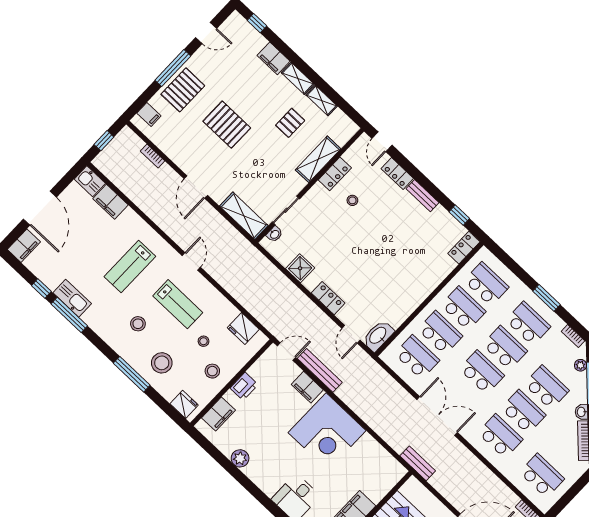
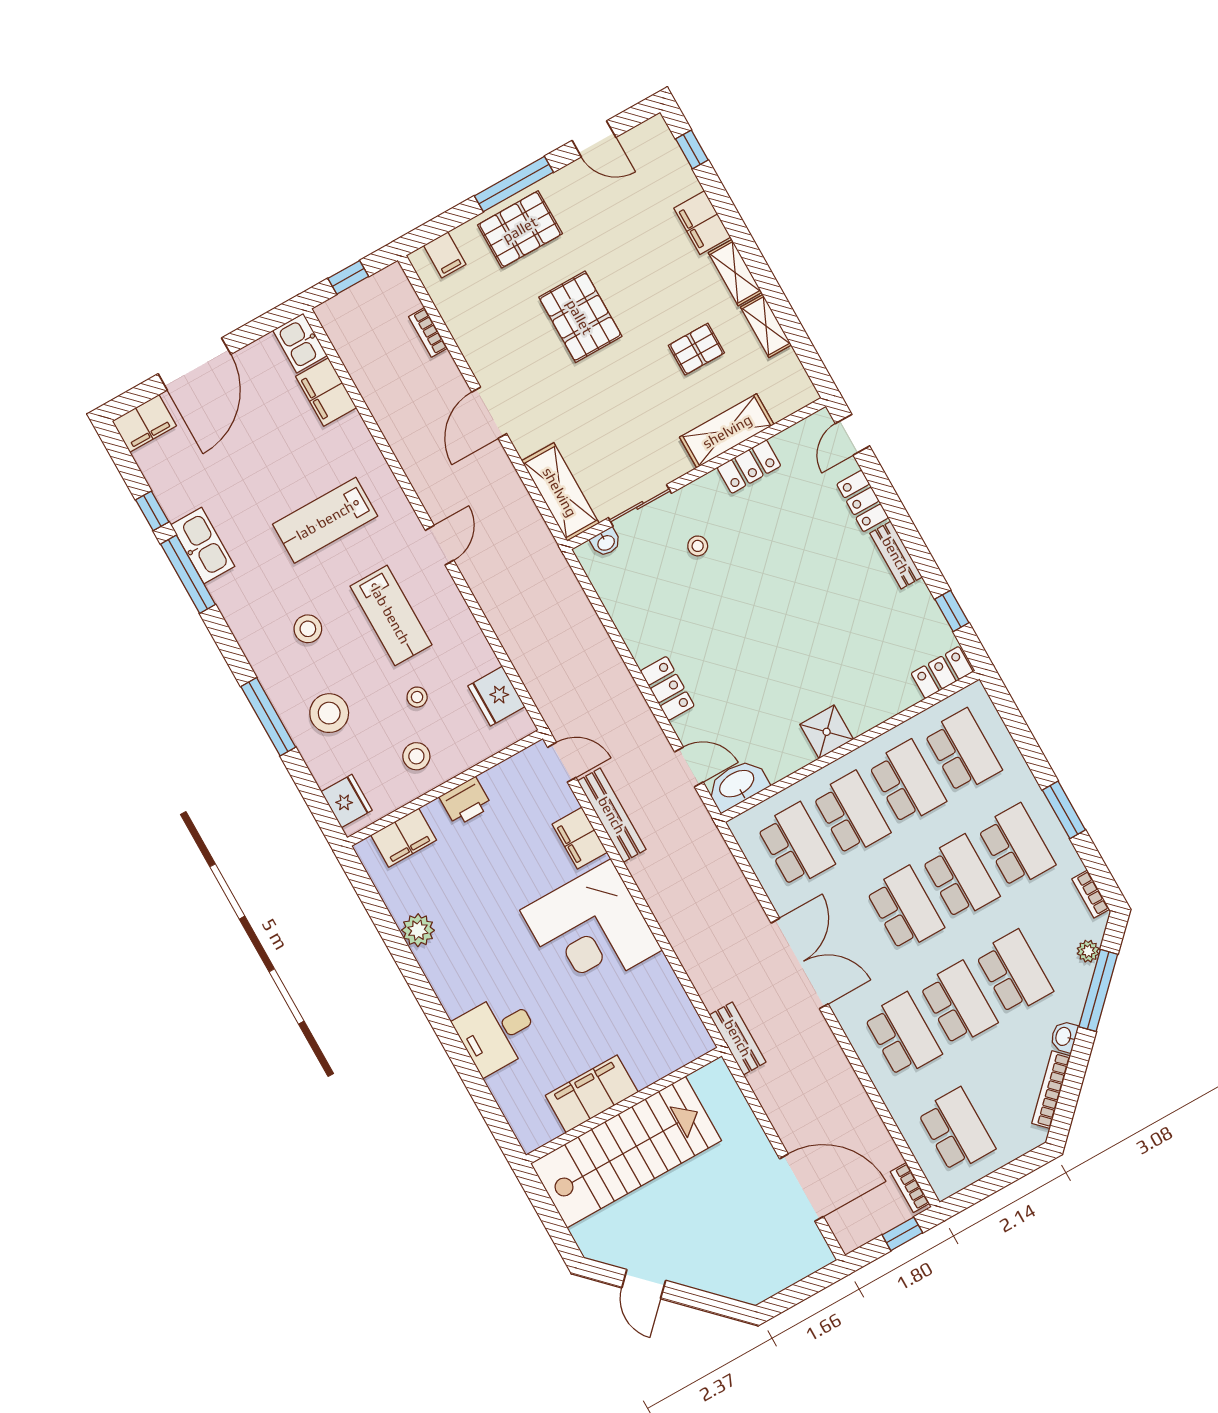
stool: (352, 200) -> (698, 546), moved
shower: (300, 268) -> (827, 732), moved
door: (351, 334) -> (689, 767), swing flipped

